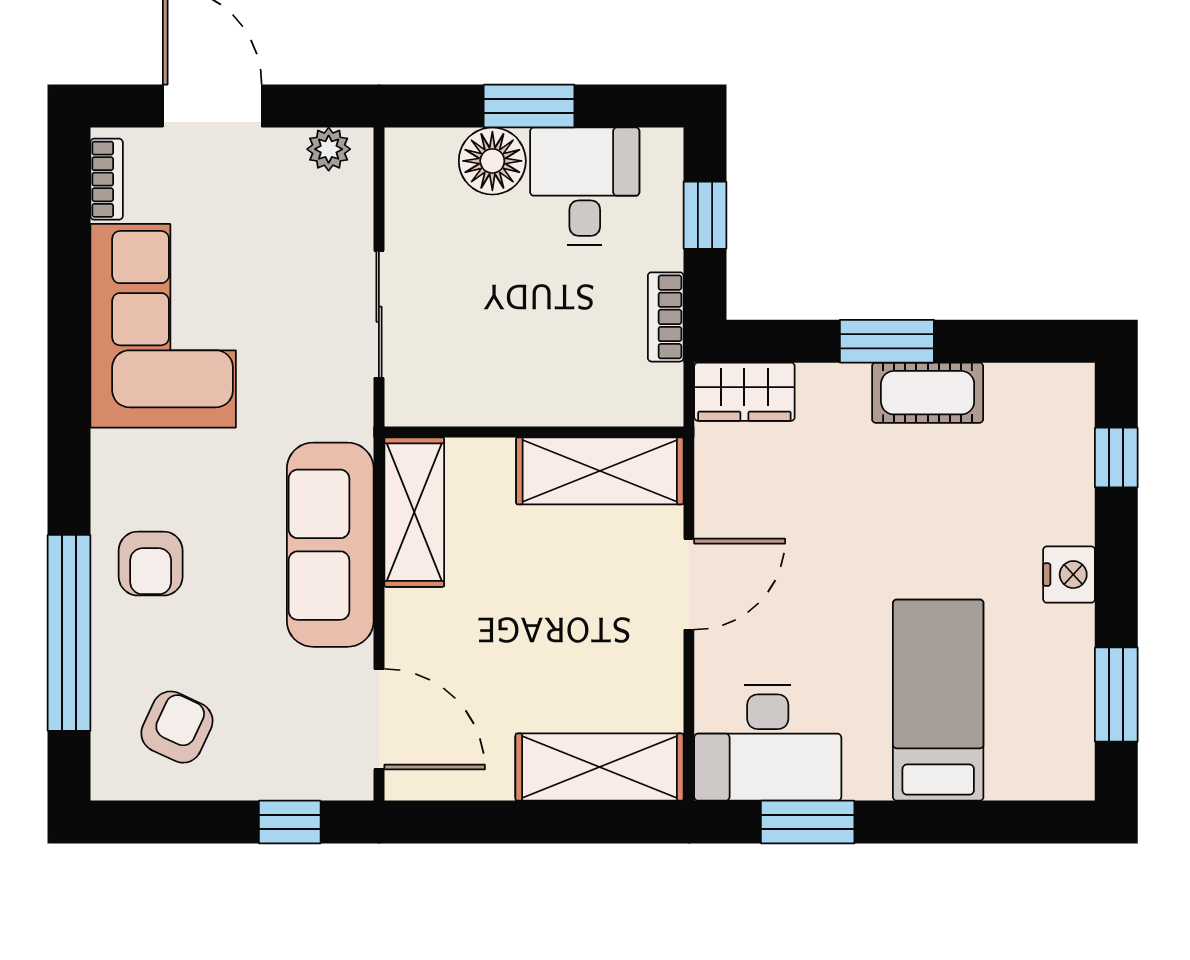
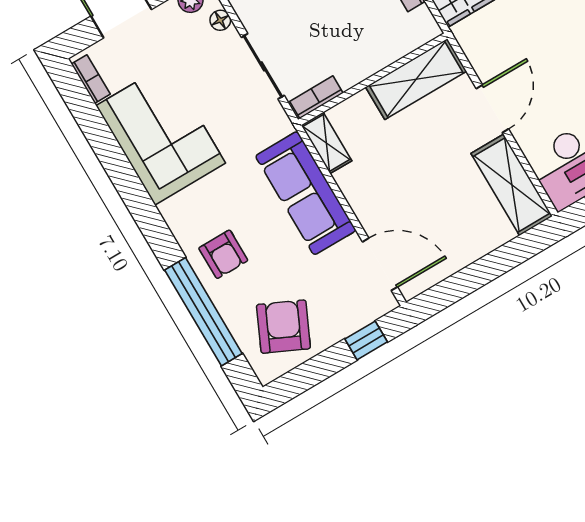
floor lamp: (356, 206) -> (220, 20), added
bookcase: (432, 409) -> (316, 97), added
shelving: (414, 512) -> (326, 143), width x0.67, depth x0.75
armchair: (177, 727) -> (283, 327), width x1.38, depth x1.38
shelving: (599, 767) -> (512, 185), moved, turned 90

